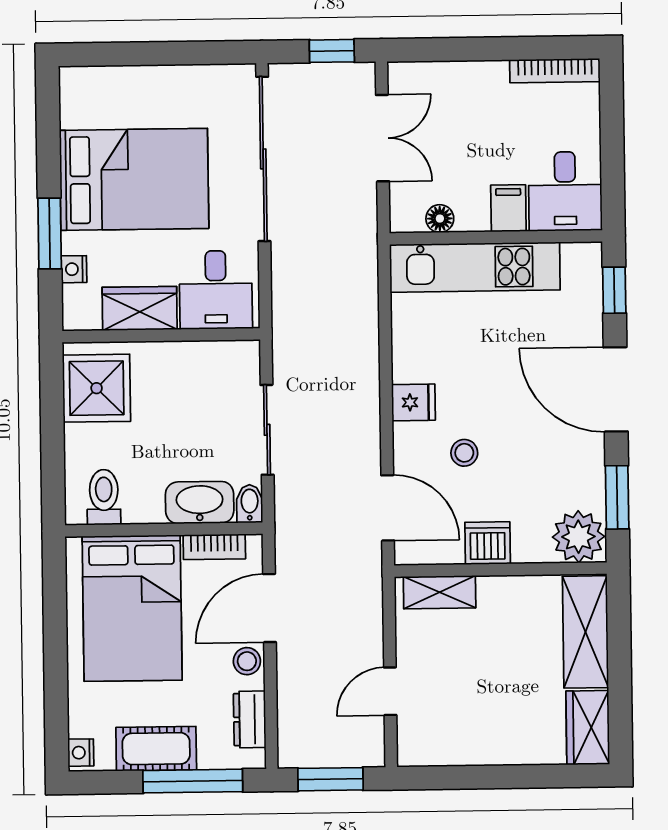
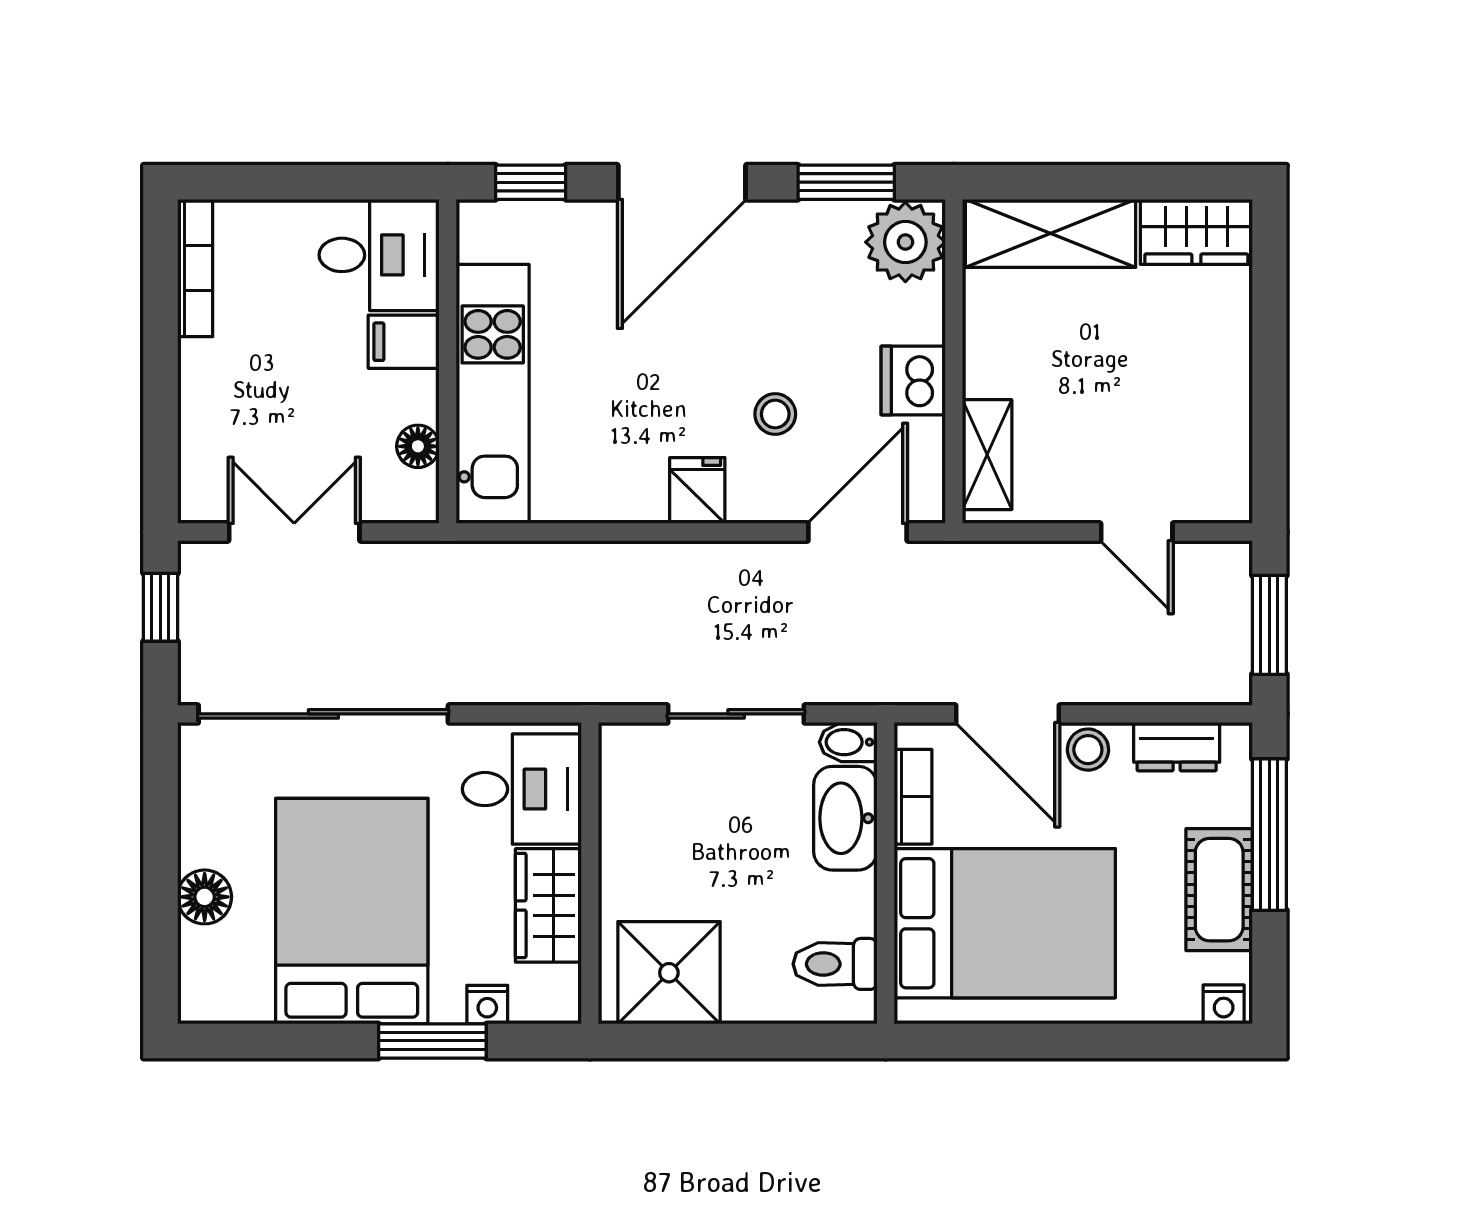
floor lamp: (142, 83) -> (205, 897), added

